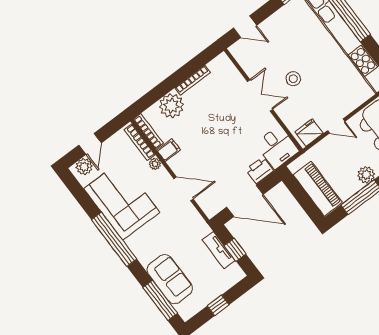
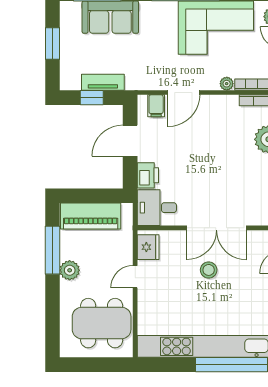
double door: (260, 95) -> (216, 228), width x1.37
filing cabinet: (169, 150) -> (156, 106), moved
door: (245, 201) -> (130, 141), width x0.73
window: (218, 305) -> (52, 43), width x1.50

